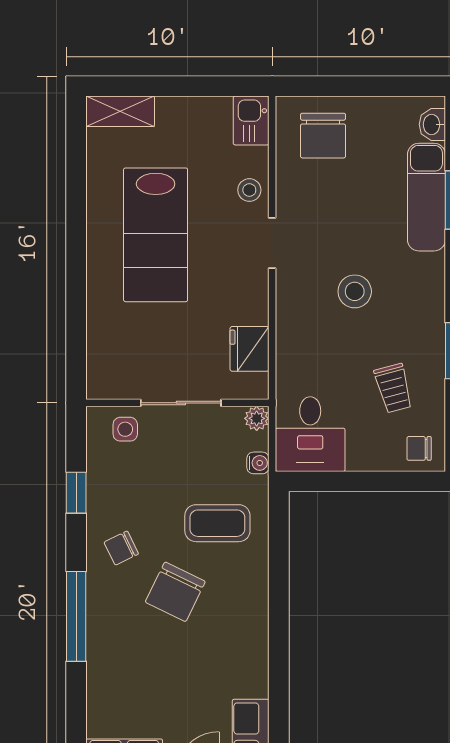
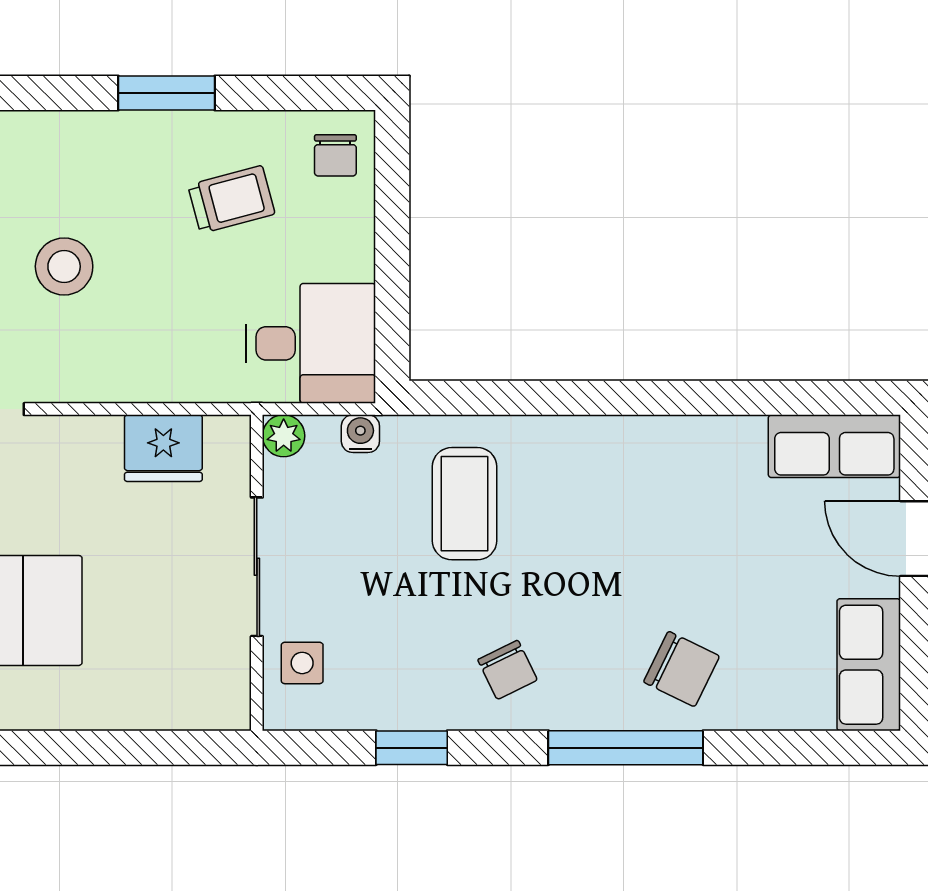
chair: (175, 592) -> (682, 669), moved, width x0.73, depth x0.73

